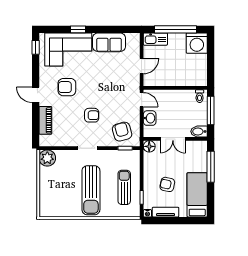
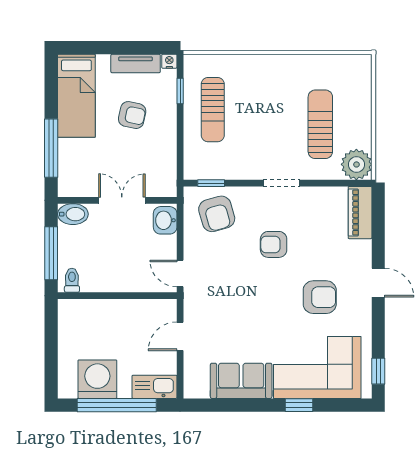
washing machine: (197, 43) -> (97, 379), moved
washbasin: (150, 118) -> (165, 220), moved
piano: (45, 120) -> (360, 213), moved
floor lamp: (149, 146) -> (166, 186), removed
sun lounger: (91, 190) -> (320, 124), moved, width x0.73, depth x0.75

